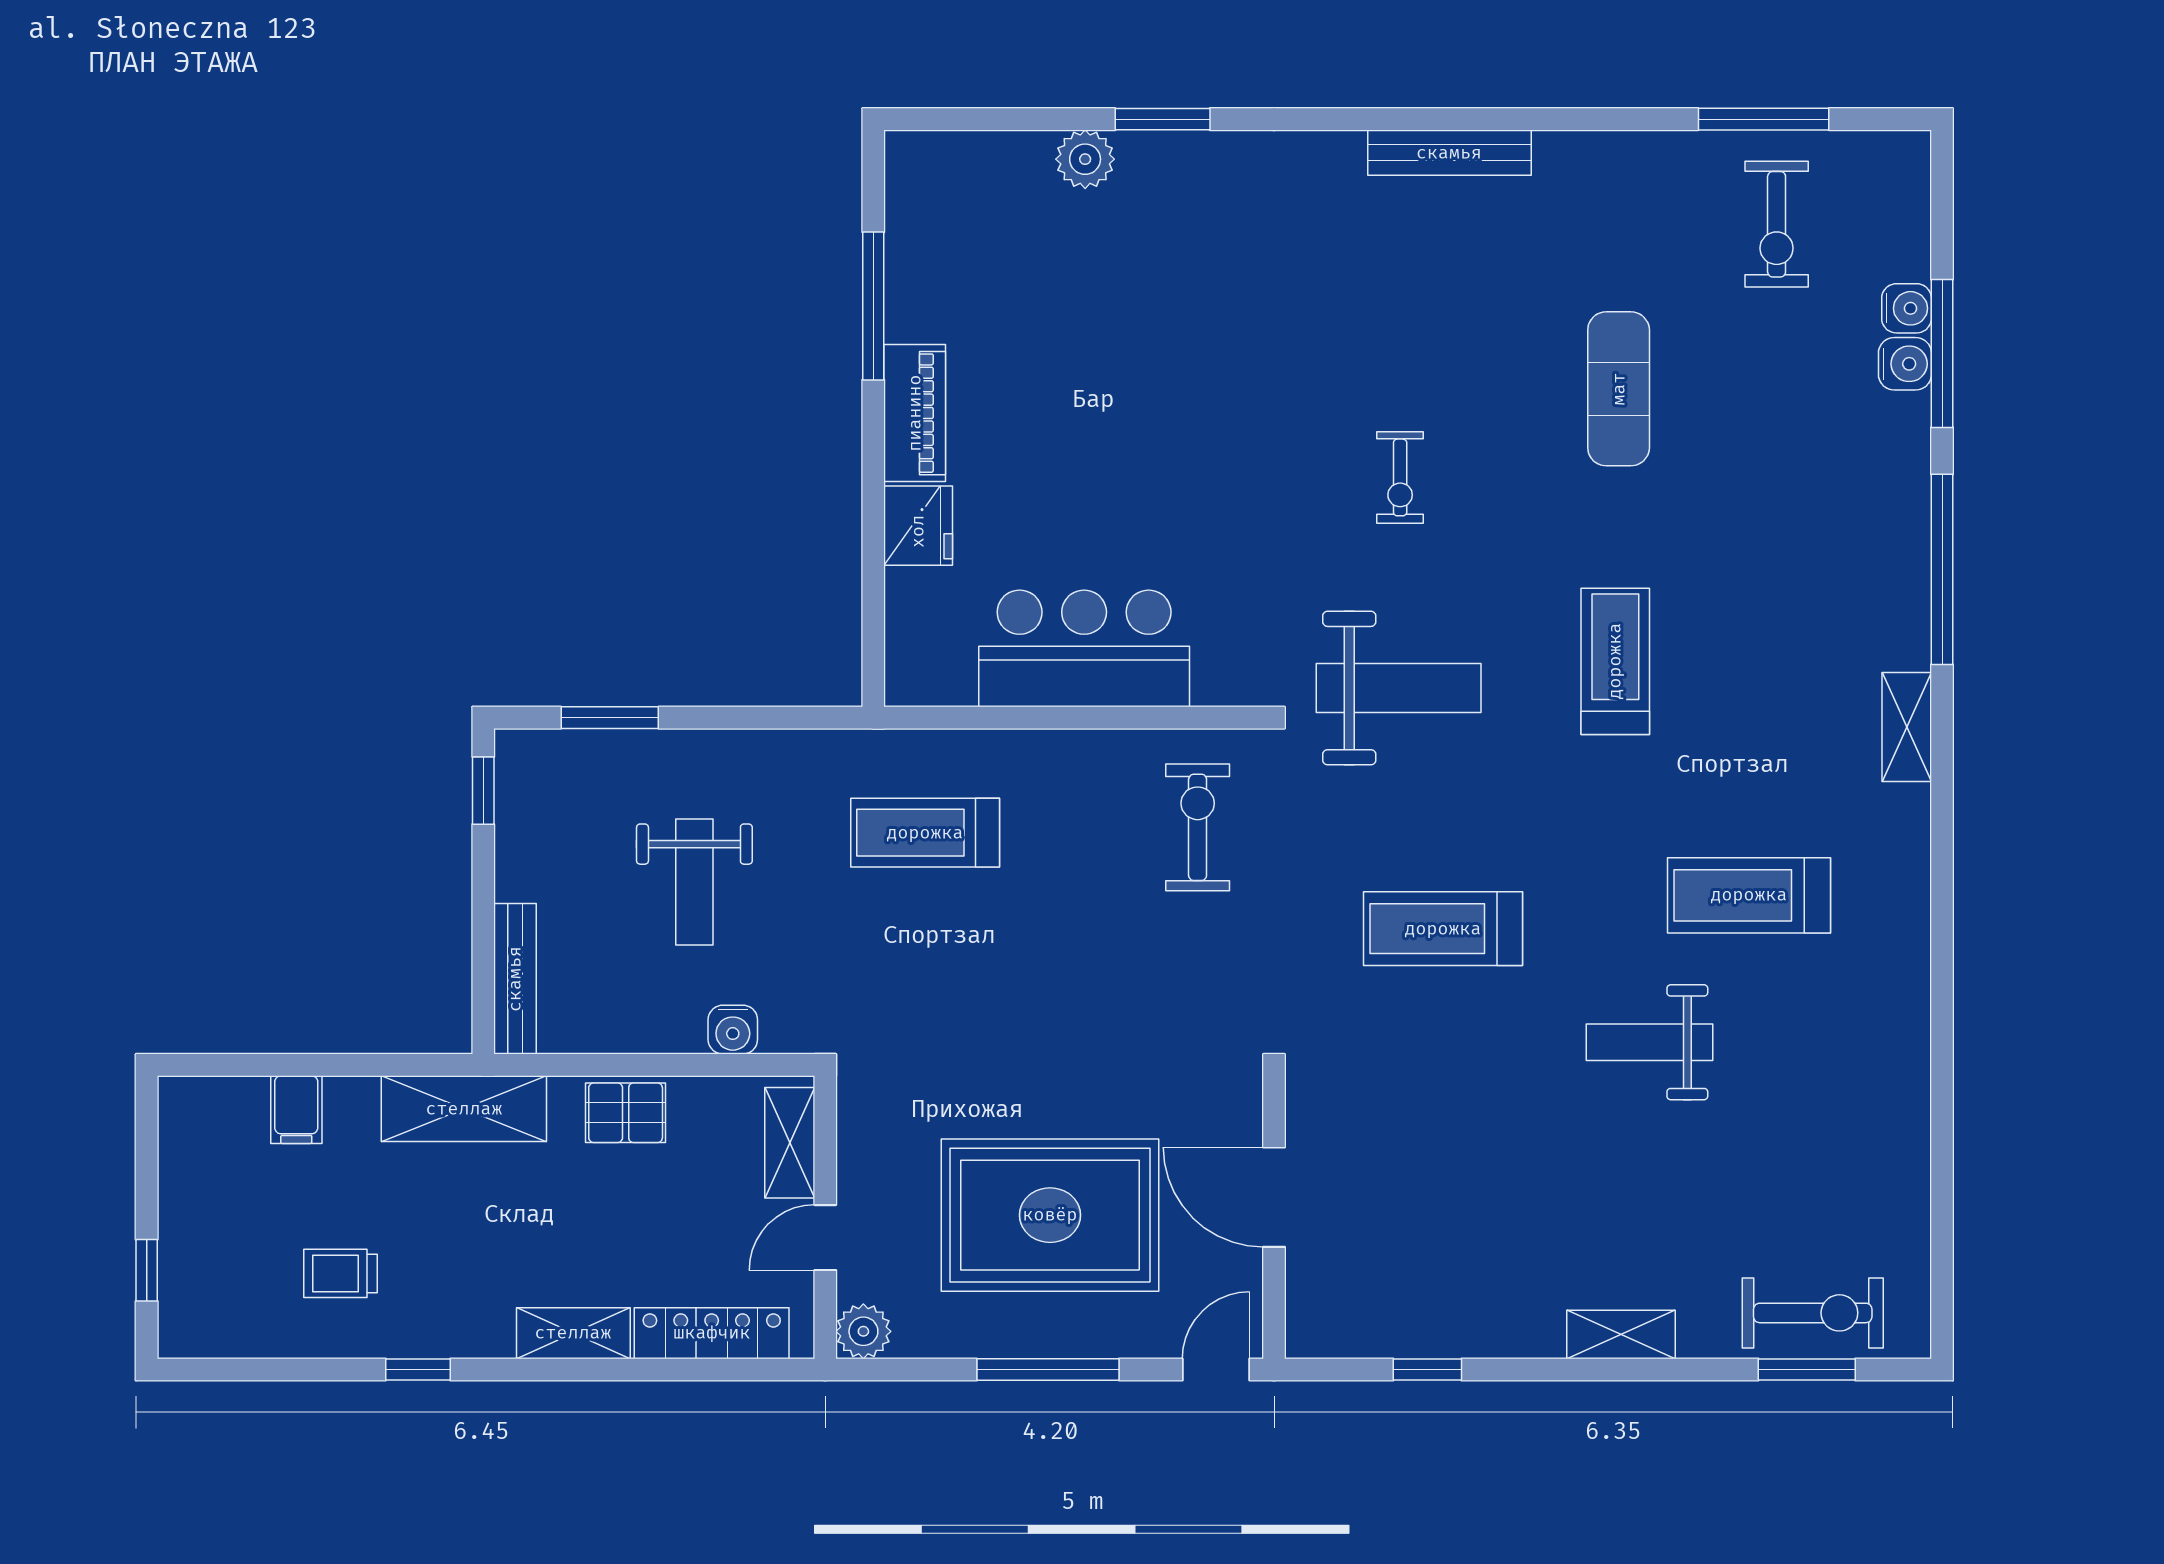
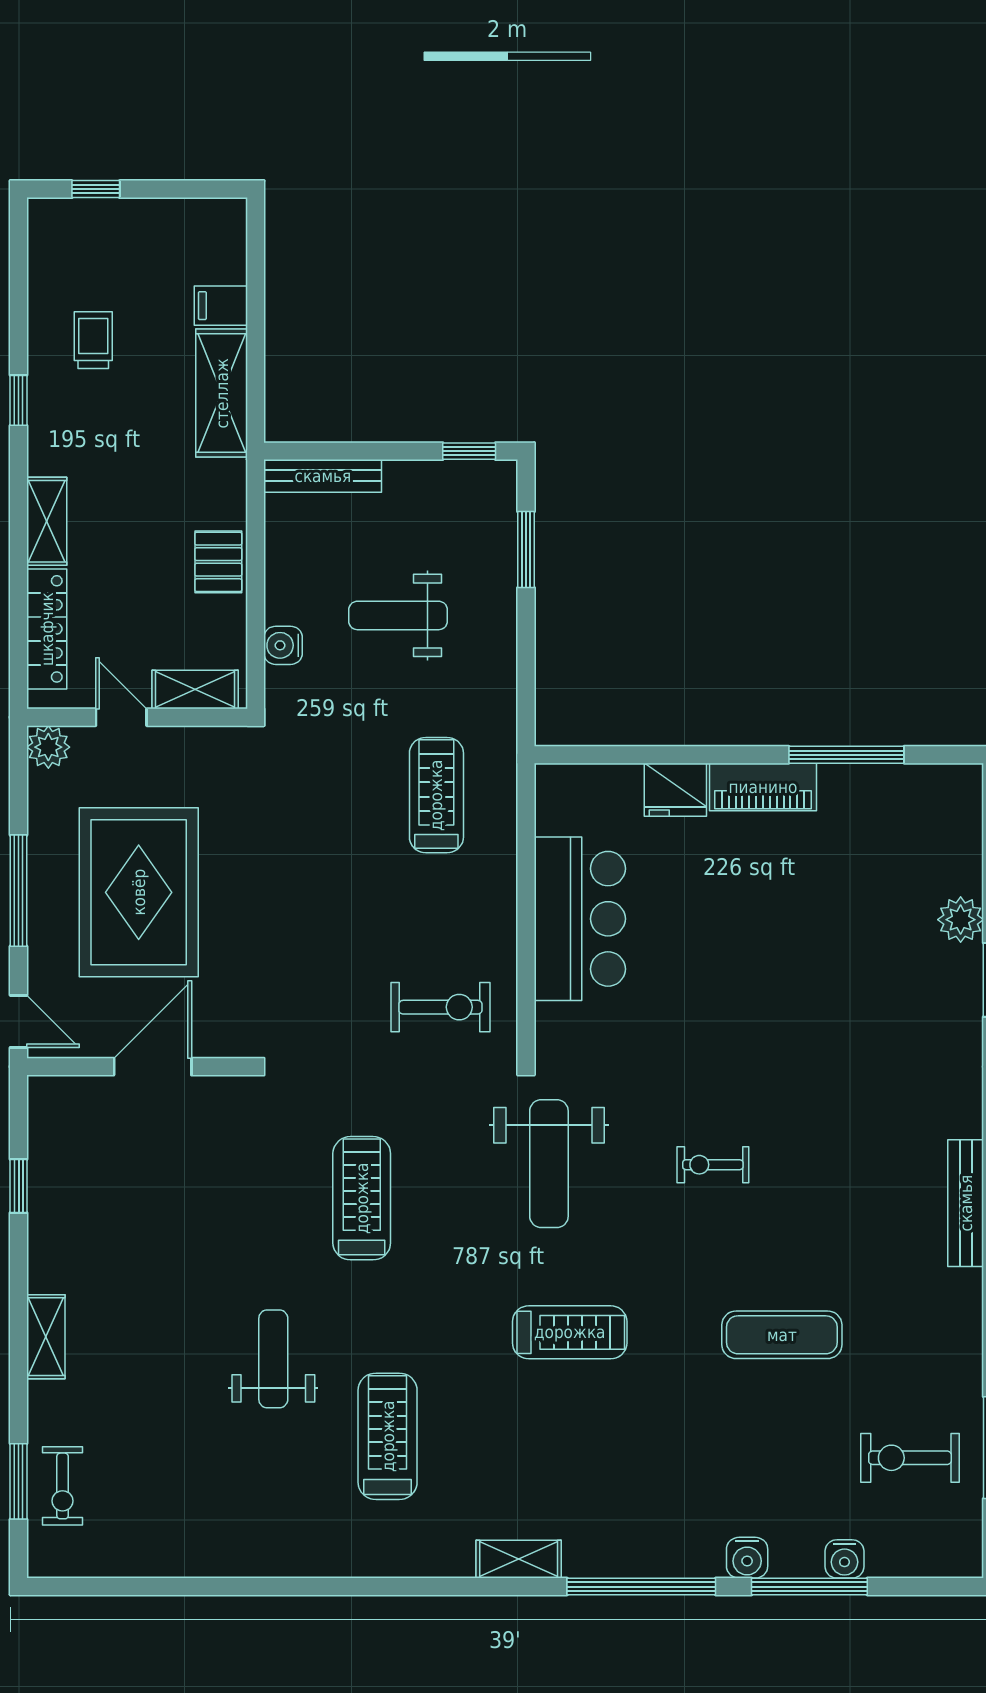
water cooler: (1905, 364) -> (747, 1558), moved
shelving: (464, 1109) -> (222, 393), moved
exercise bike: (1813, 1313) -> (63, 1486), width x0.73, depth x0.72

